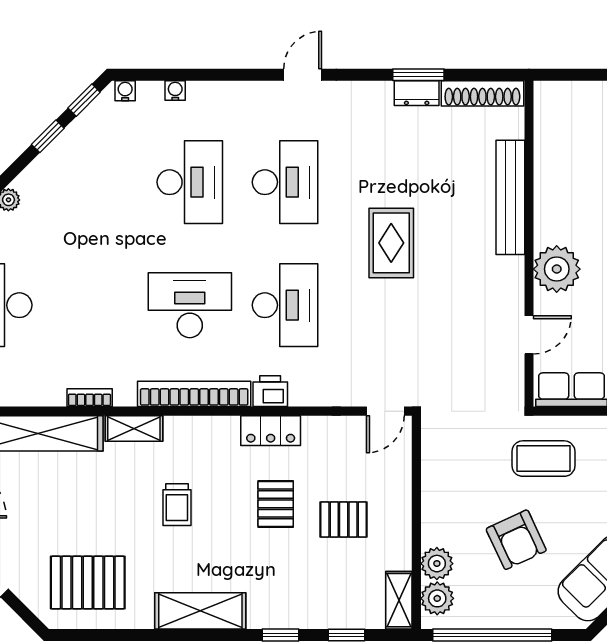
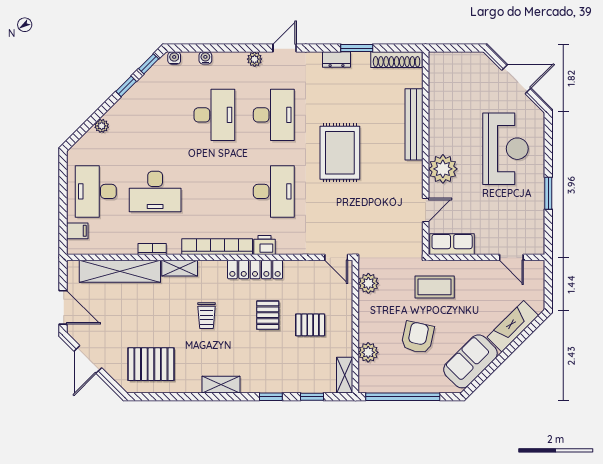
plant: (254, 93) -> (255, 59), added
dresser: (417, 93) -> (337, 60), moved
rug: (391, 243) -> (340, 153), width x1.36, depth x1.43
desk: (190, 305) -> (155, 191), moved, turned 180
door: (385, 411) -> (336, 257), hinge flipped
locker: (271, 431) -> (255, 270), width x1.53
armchair: (516, 540) -> (418, 337), turned -143
plant: (437, 598) -> (368, 283), moved
shelving: (200, 611) -> (221, 385), width x0.67, depth x0.75

